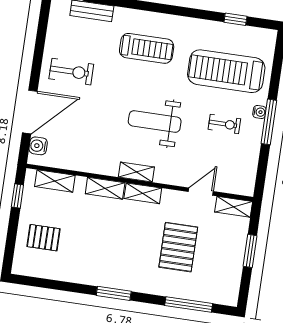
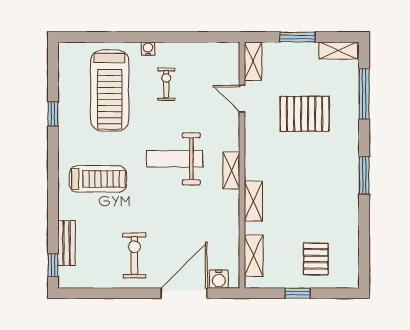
window: (235, 19) -> (53, 114), moved
treadmill: (147, 48) -> (98, 179), turned 90
door: (30, 112) -> (184, 293), hinge flipped
weight bench: (155, 121) -> (174, 159), turned 90
window: (269, 122) -> (157, 37), removed
shelving: (143, 193) -> (338, 51), moved, turned 90
window: (17, 196) -> (297, 293), moved

